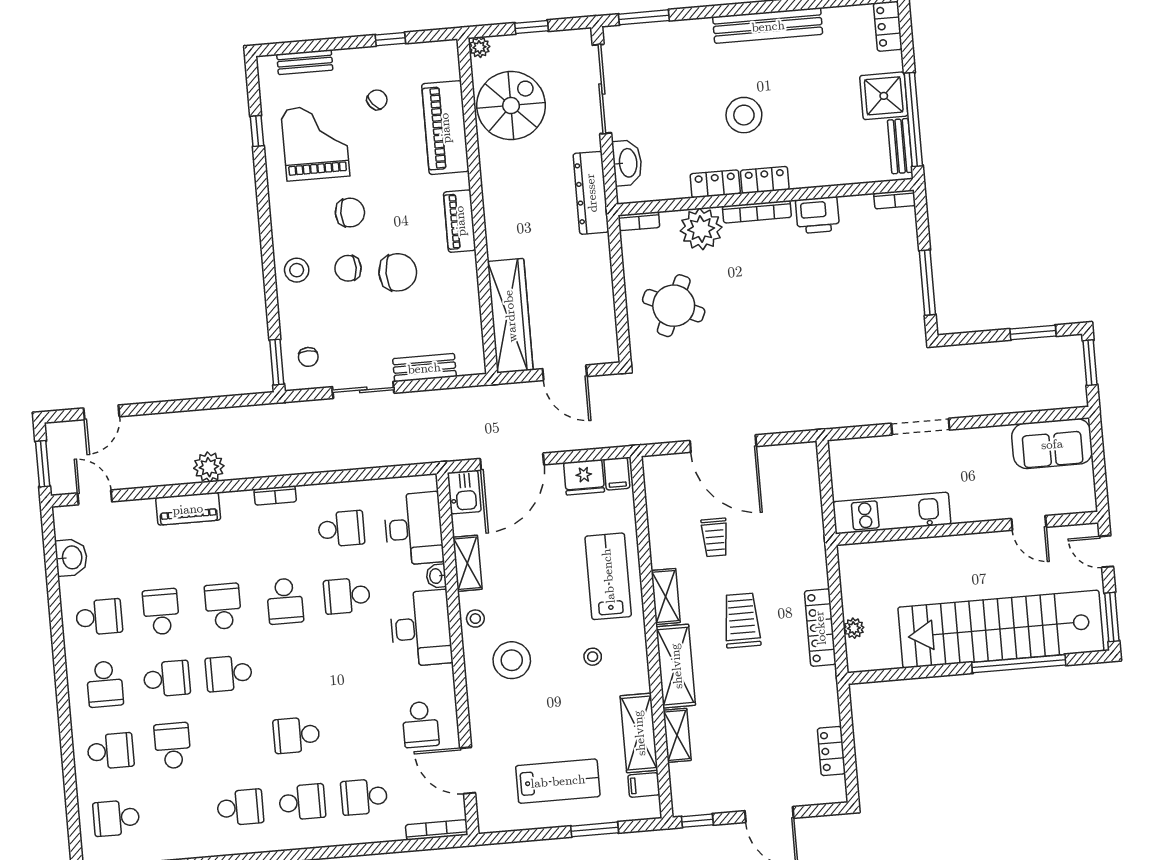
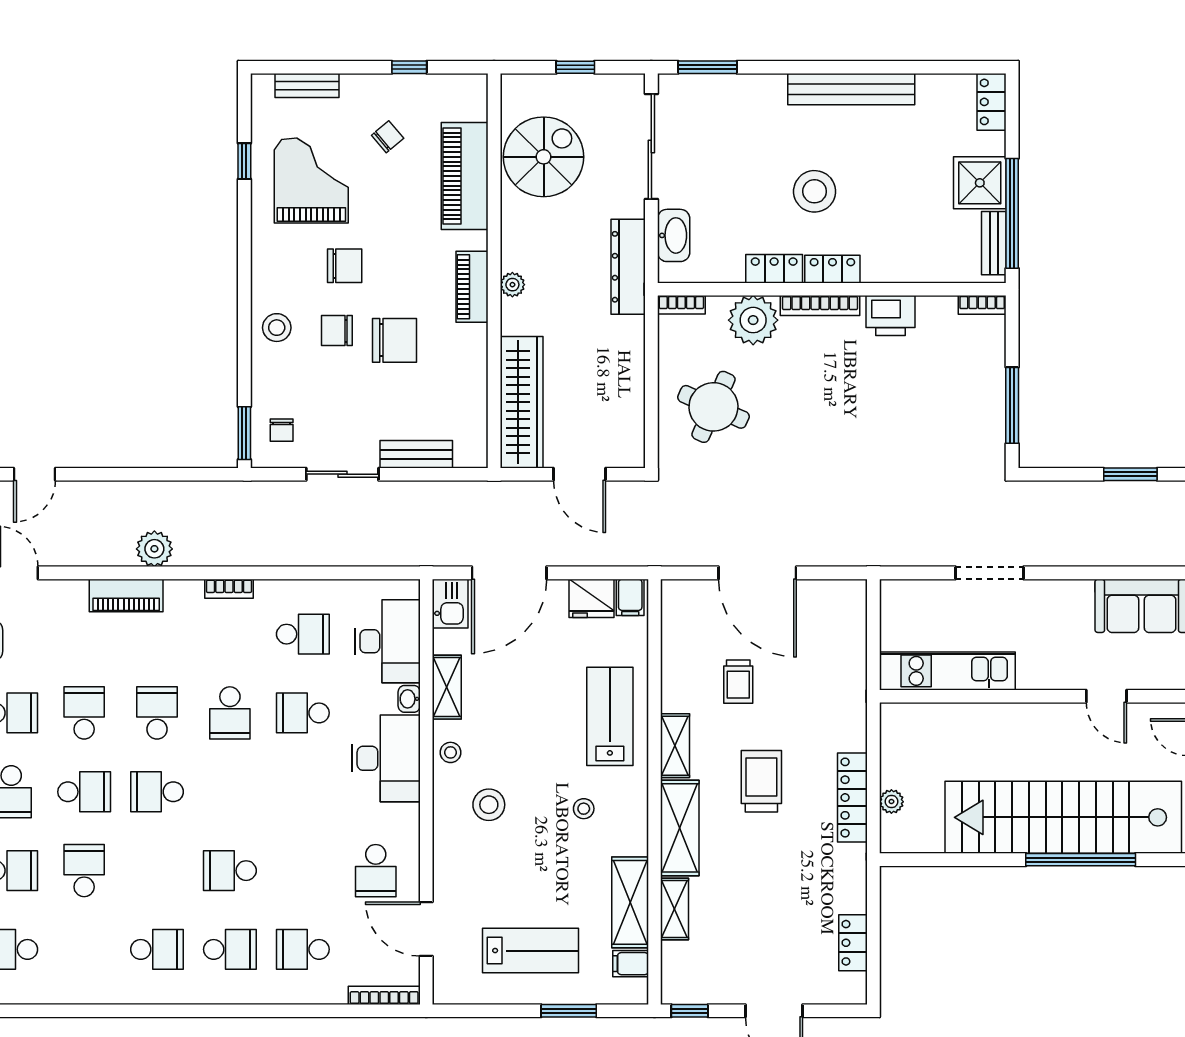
plant: (479, 47) -> (512, 285), moved
stool: (512, 660) -> (489, 805), width x0.73, depth x0.73

